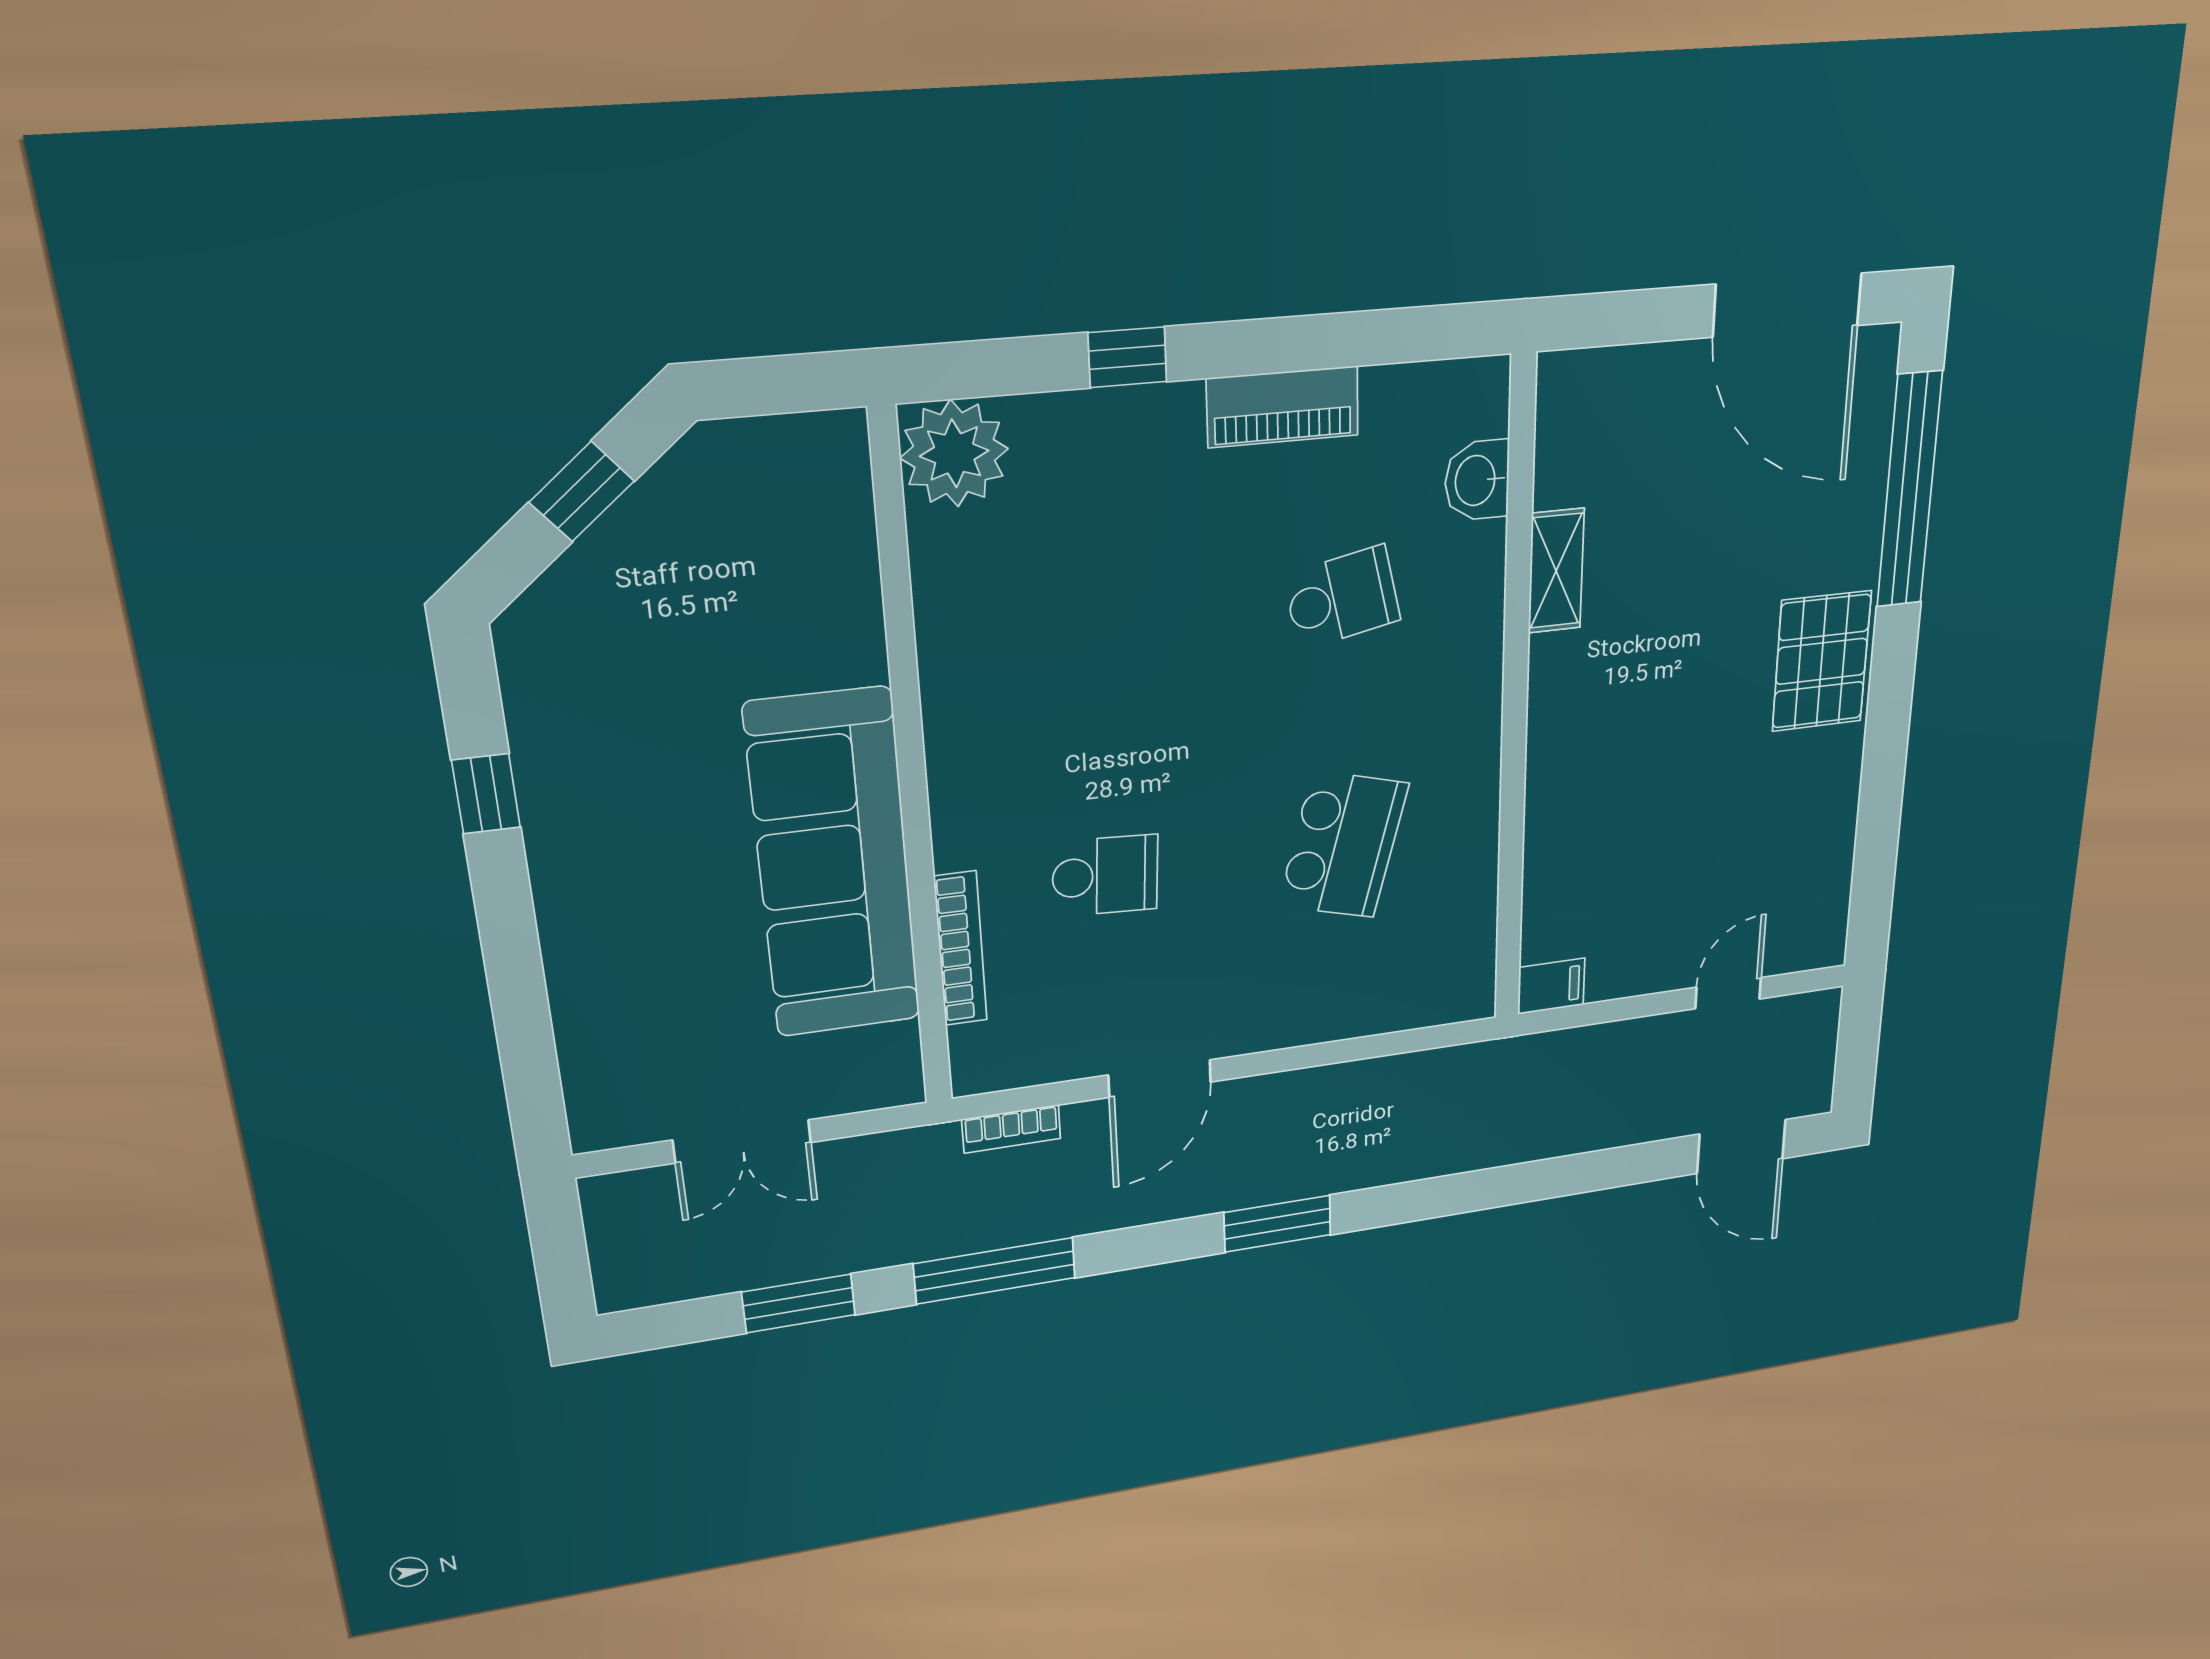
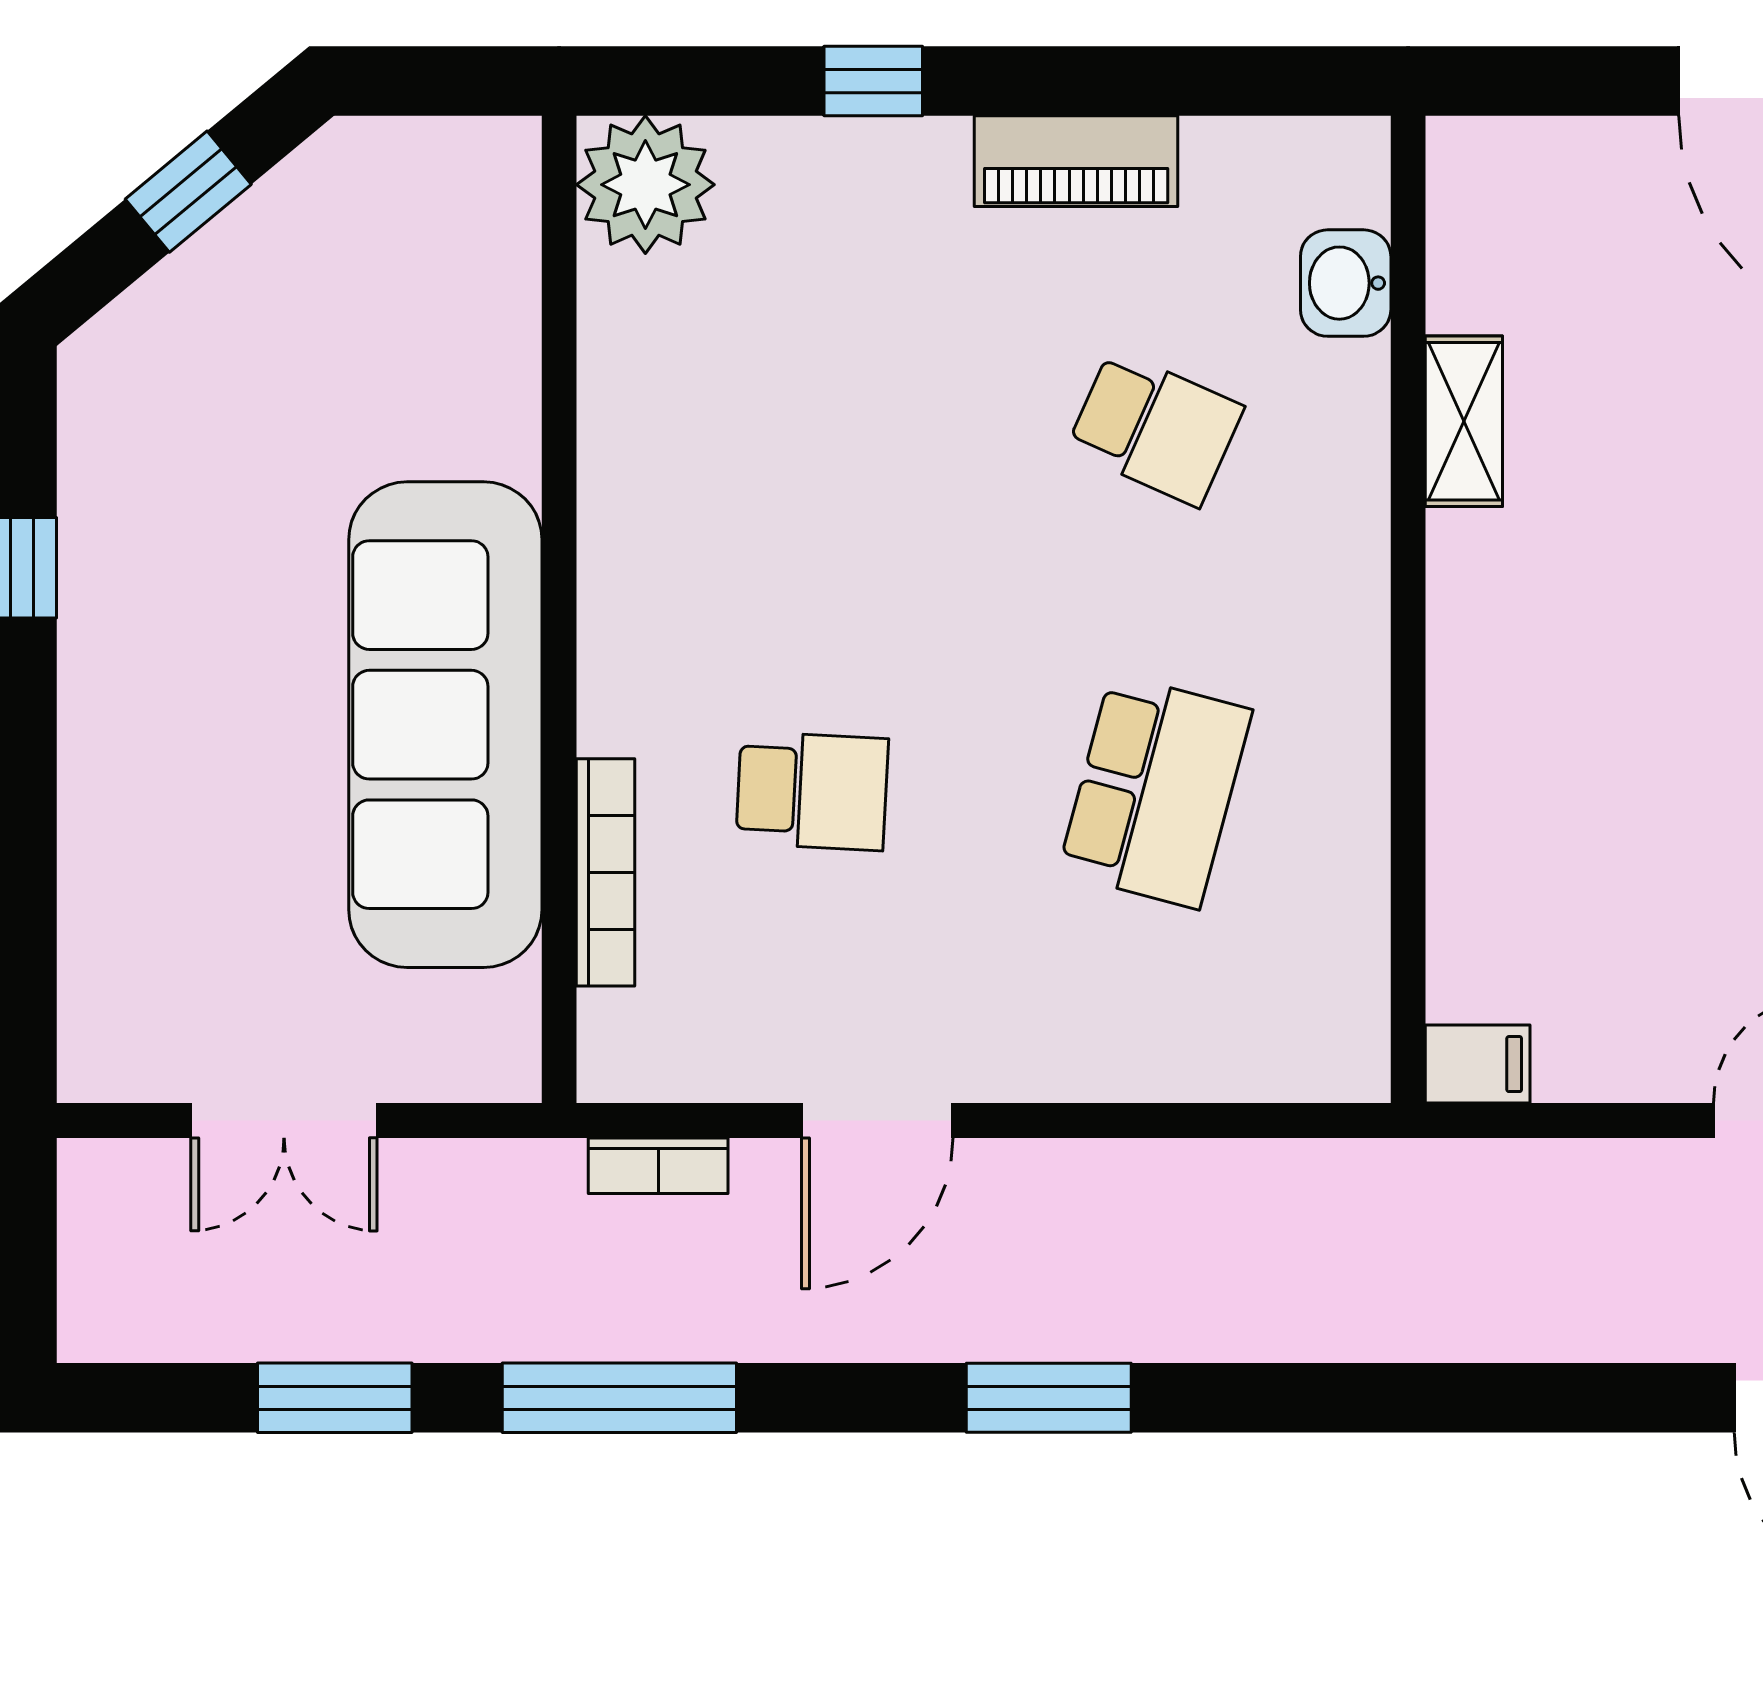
school desk: (1342, 598) -> (1155, 428), turned 36

